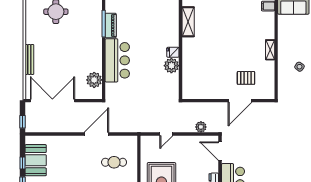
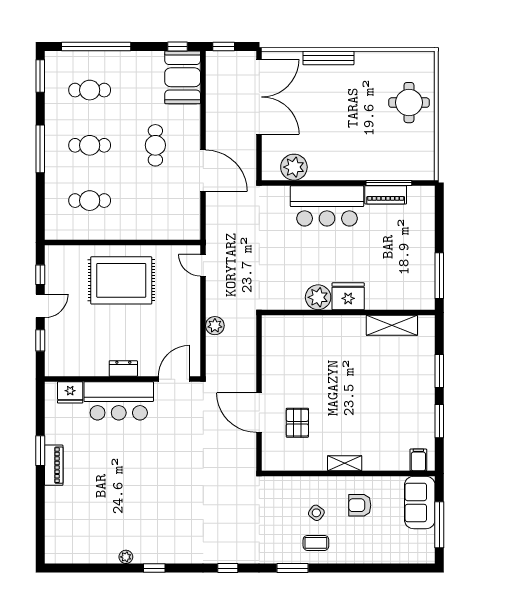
armchair: (295, 41) -> (360, 505), added
fridge: (173, 52) -> (348, 296), width x1.88, depth x1.34
plant: (201, 127) -> (215, 326), moved
door: (166, 134) -> (203, 265), moved
booth: (36, 160) -> (183, 77), moved, turned 90
cafe table: (114, 162) -> (155, 145), moved
window: (23, 163) -> (177, 46), moved

